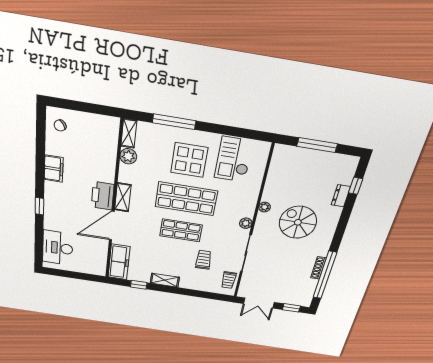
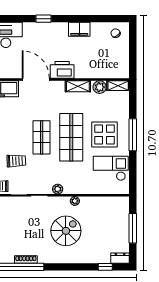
window: (174, 122) -> (133, 135), moved
dresser: (341, 196) -> (120, 258), moved
shelving: (123, 197) -> (78, 86), moved

